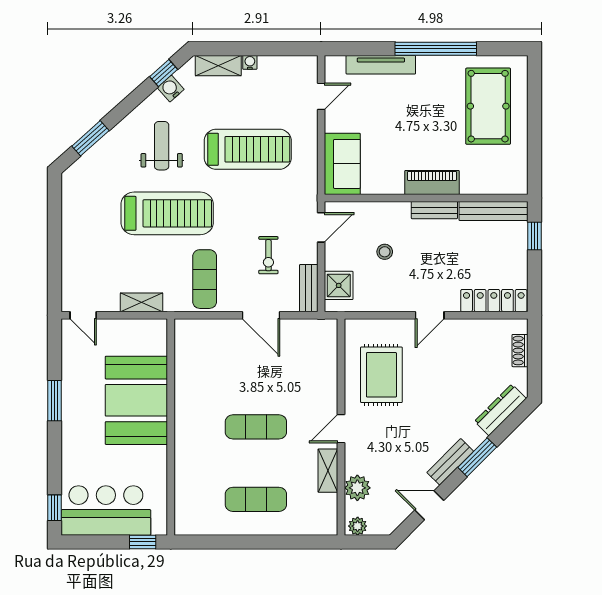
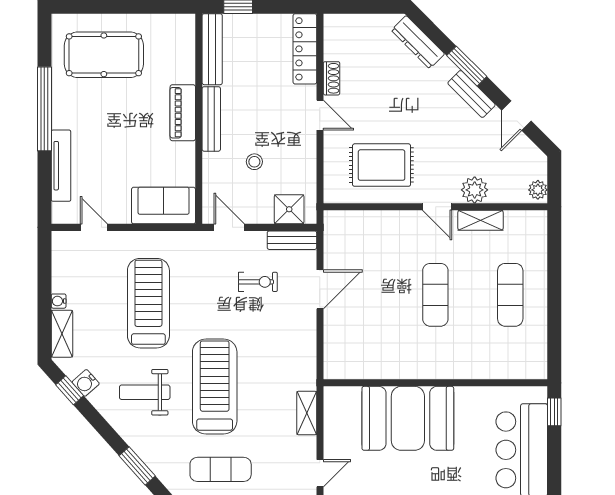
bench: (434, 210) -> (211, 119), width x1.36
exercise mat: (205, 279) -> (221, 469), moved
shoe rack: (520, 351) -> (332, 78), moved, turned -90
plant: (357, 488) -> (475, 190), moved

